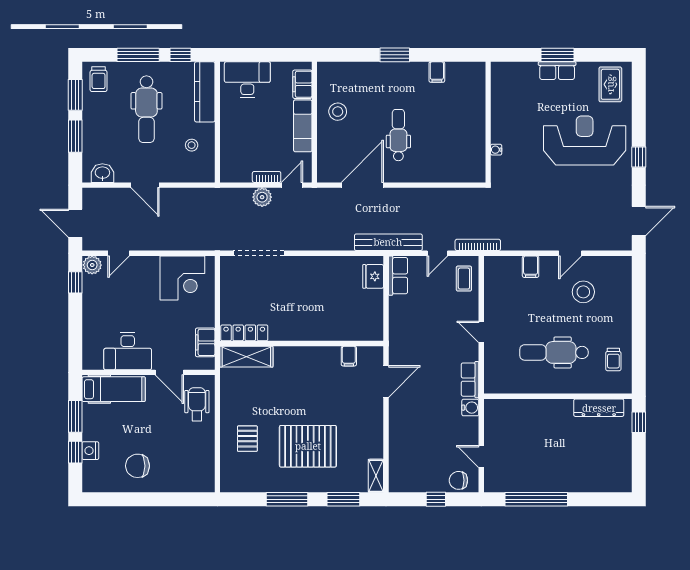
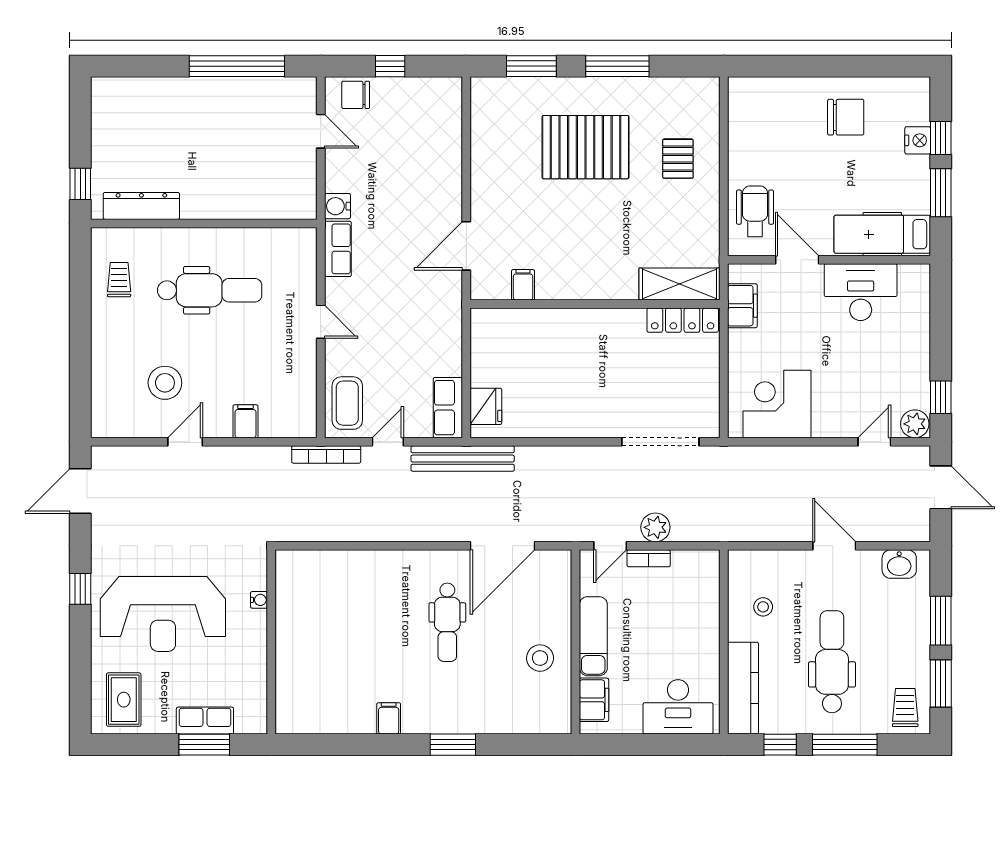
wall: (488, 122) -> (271, 642), moved
water cooler: (496, 150) -> (259, 600), moved
coffee table: (464, 279) -> (347, 403), width x1.36, depth x1.30
wheelchair: (197, 404) -> (755, 211), turned 180
shelving: (376, 476) -> (482, 102), removed
chair: (458, 480) -> (356, 95), turned 180

